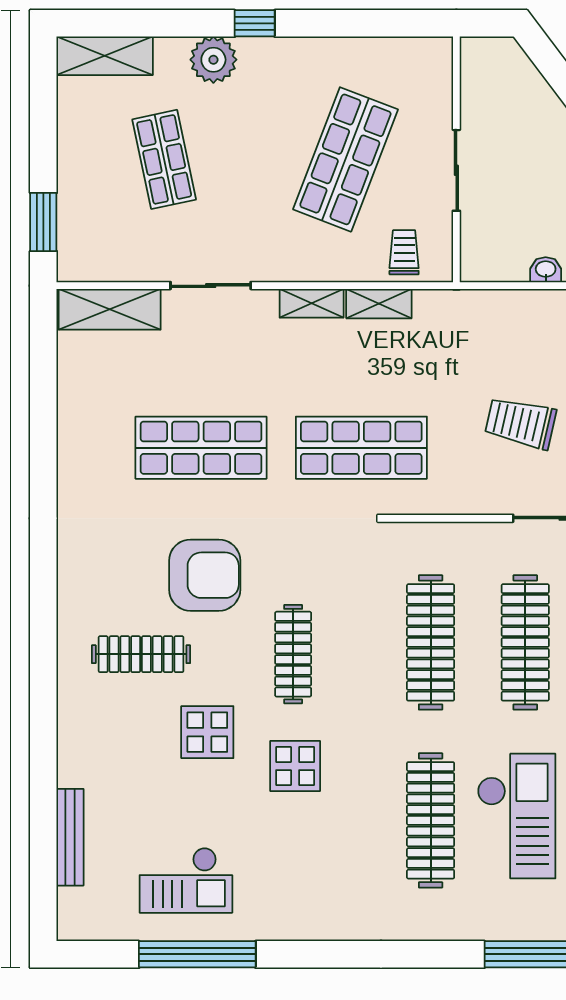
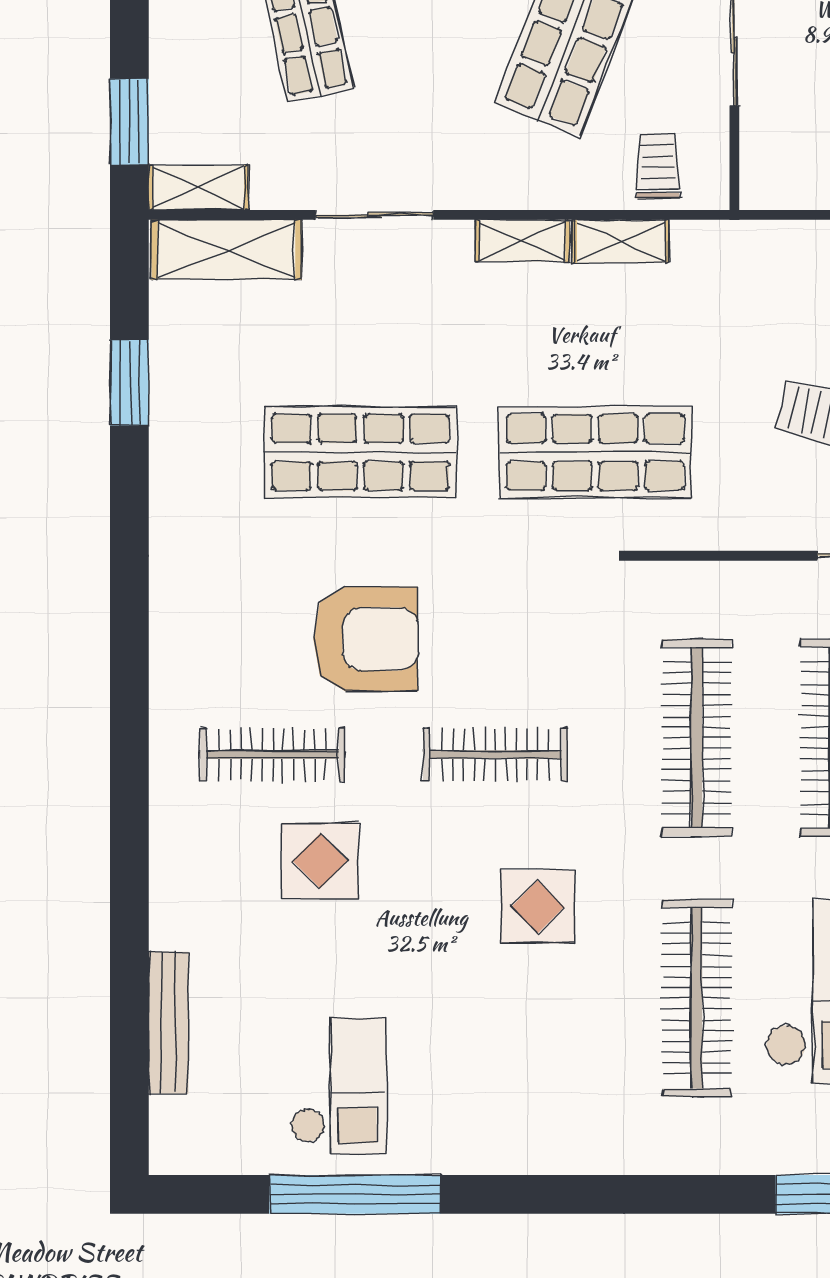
shelving: (90, 267) -> (198, 188), added
window: (43, 400) -> (129, 383), added
clothes rail: (293, 654) -> (495, 755), turned 90
display table: (207, 732) -> (320, 861), moved
display table: (295, 766) -> (538, 907), moved
checkout: (186, 880) -> (338, 1086), turned -90

